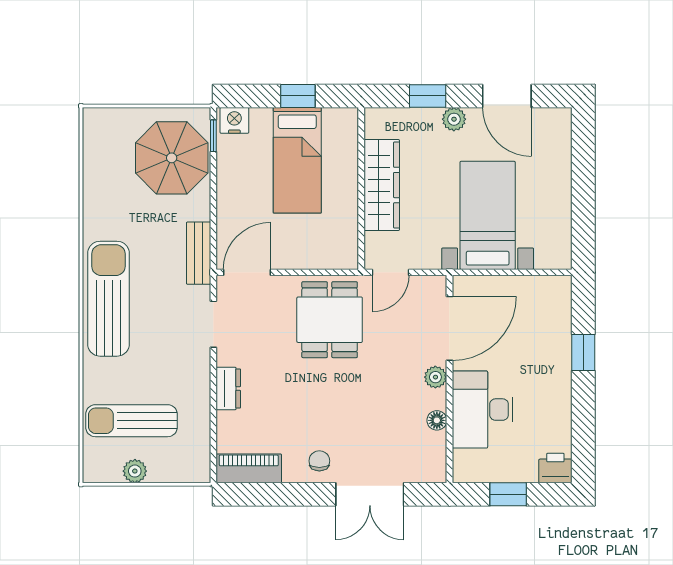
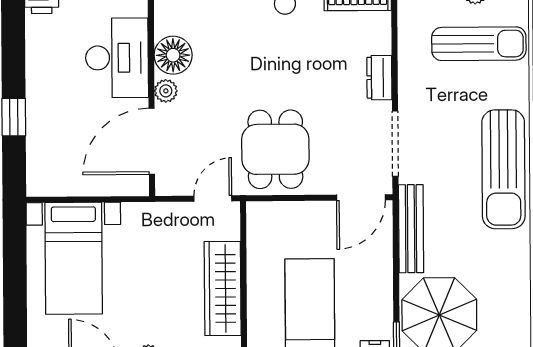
bed with nightstands: (488, 215) -> (74, 258), moved
bench: (199, 253) -> (411, 229), width x1.36
doorway: (213, 324) -> (395, 144), width x1.38
floor lamp: (437, 420) -> (173, 55), width x1.89, depth x1.89

